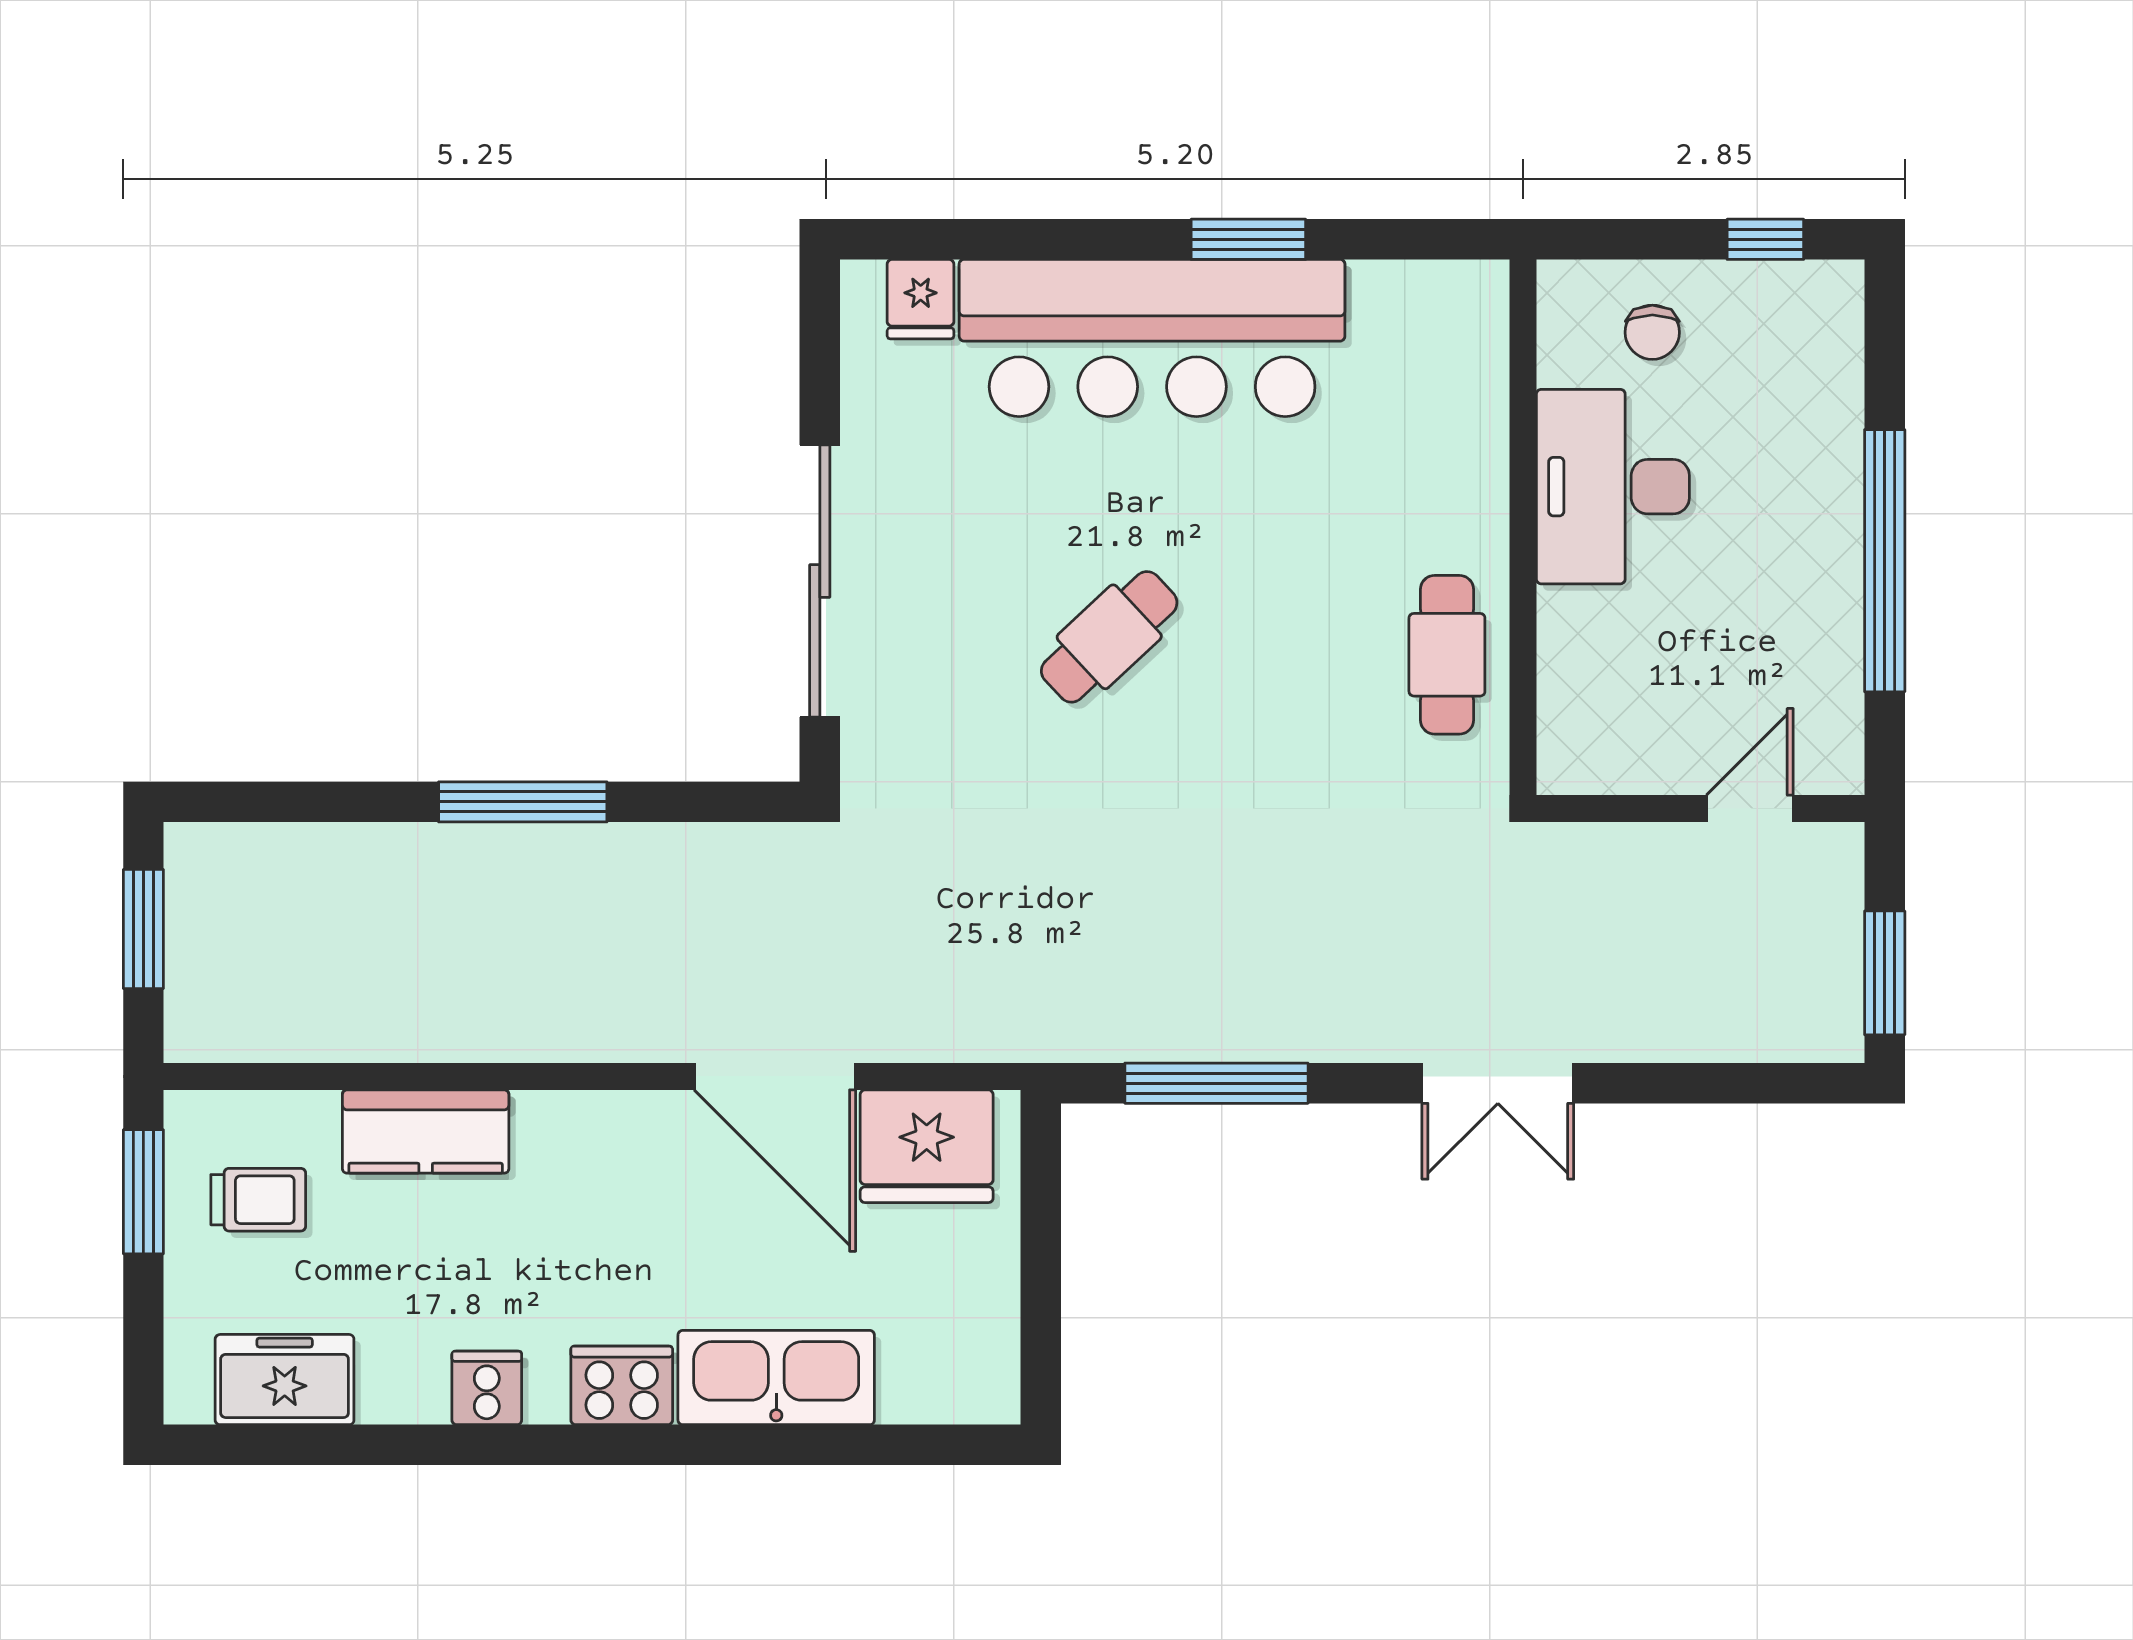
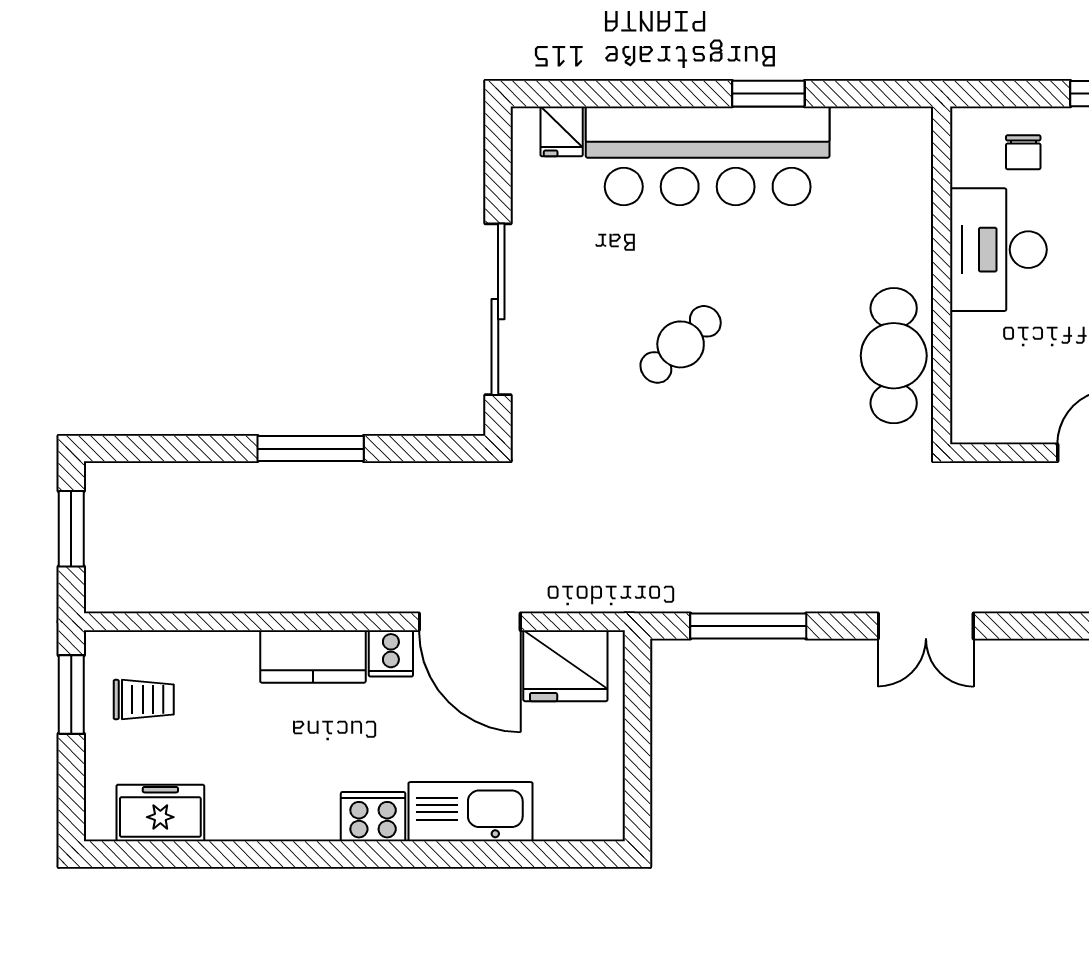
cafe table: (1447, 655) -> (894, 356), width x1.37, depth x1.35
kitchen counter: (426, 1132) -> (313, 657), moved
cooker: (487, 1388) -> (391, 653), moved, turned 180

